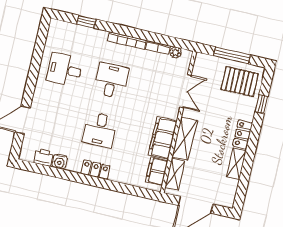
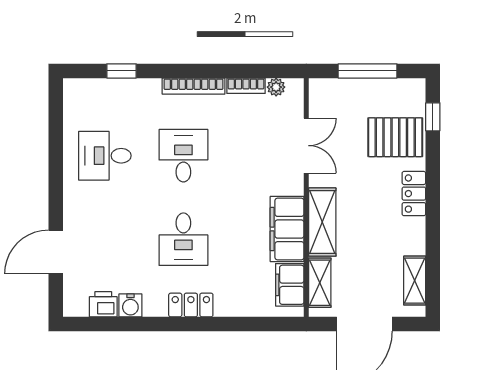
pallet: (240, 82) -> (395, 137), moved
window: (261, 104) -> (433, 117), moved
shelving: (236, 164) -> (415, 281), moved

